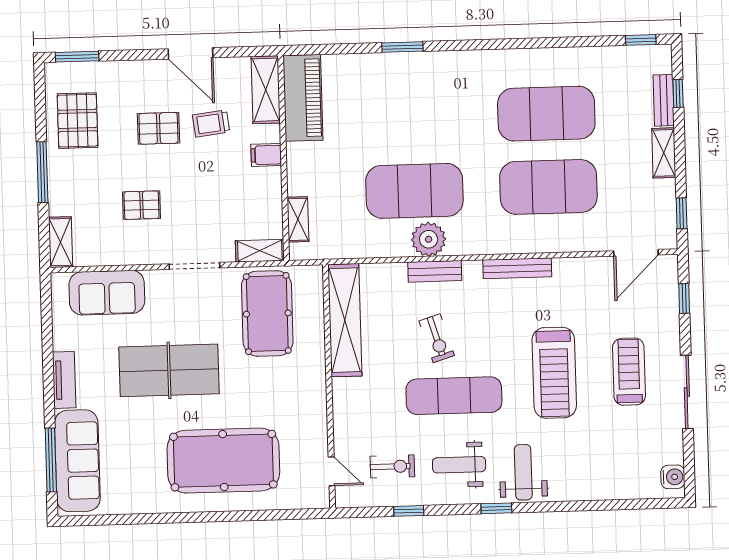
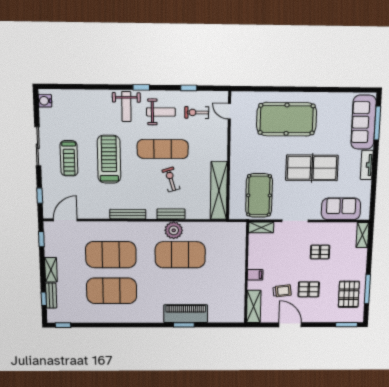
piano: (303, 98) -> (186, 314), moved, turned 90
window: (42, 172) -> (367, 289), moved
shelving: (298, 219) -> (241, 242), removed

